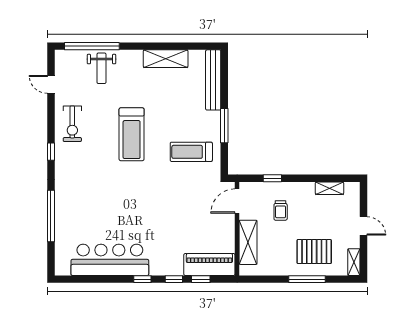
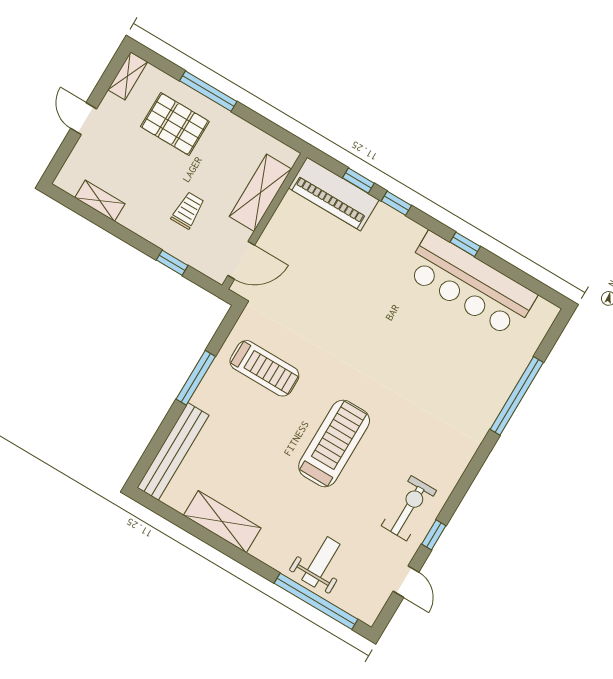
window: (51, 152) -> (434, 535), moved
window: (142, 279) -> (465, 244), moved

